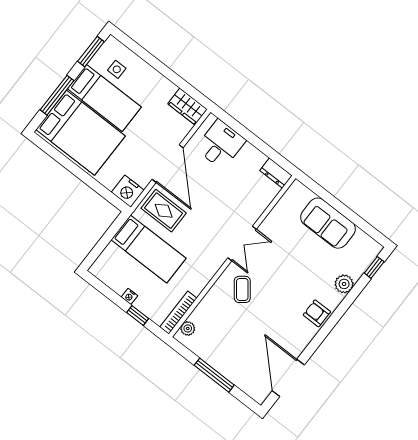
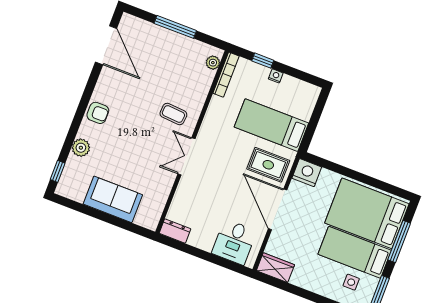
coffee table: (242, 289) -> (173, 114), turned -48

